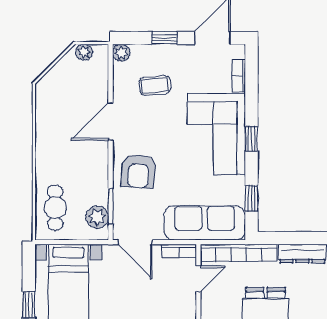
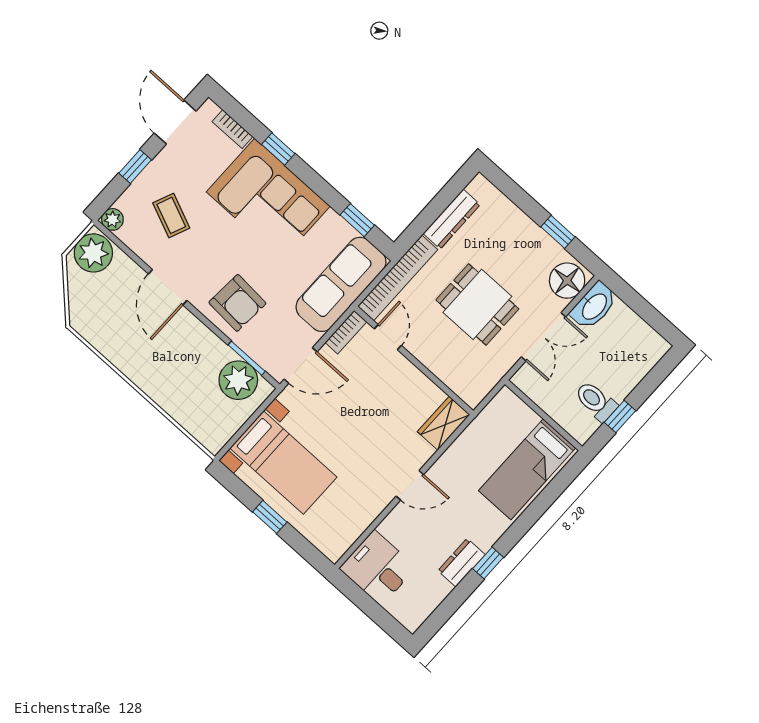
plant: (84, 52) -> (93, 253), width x1.87, depth x1.87
coffee table: (155, 85) -> (171, 215), turned -62
window: (251, 139) -> (278, 149), moved
cafe table: (55, 208) -> (201, 411), removed
plant: (97, 217) -> (238, 380), width x1.36, depth x1.36

